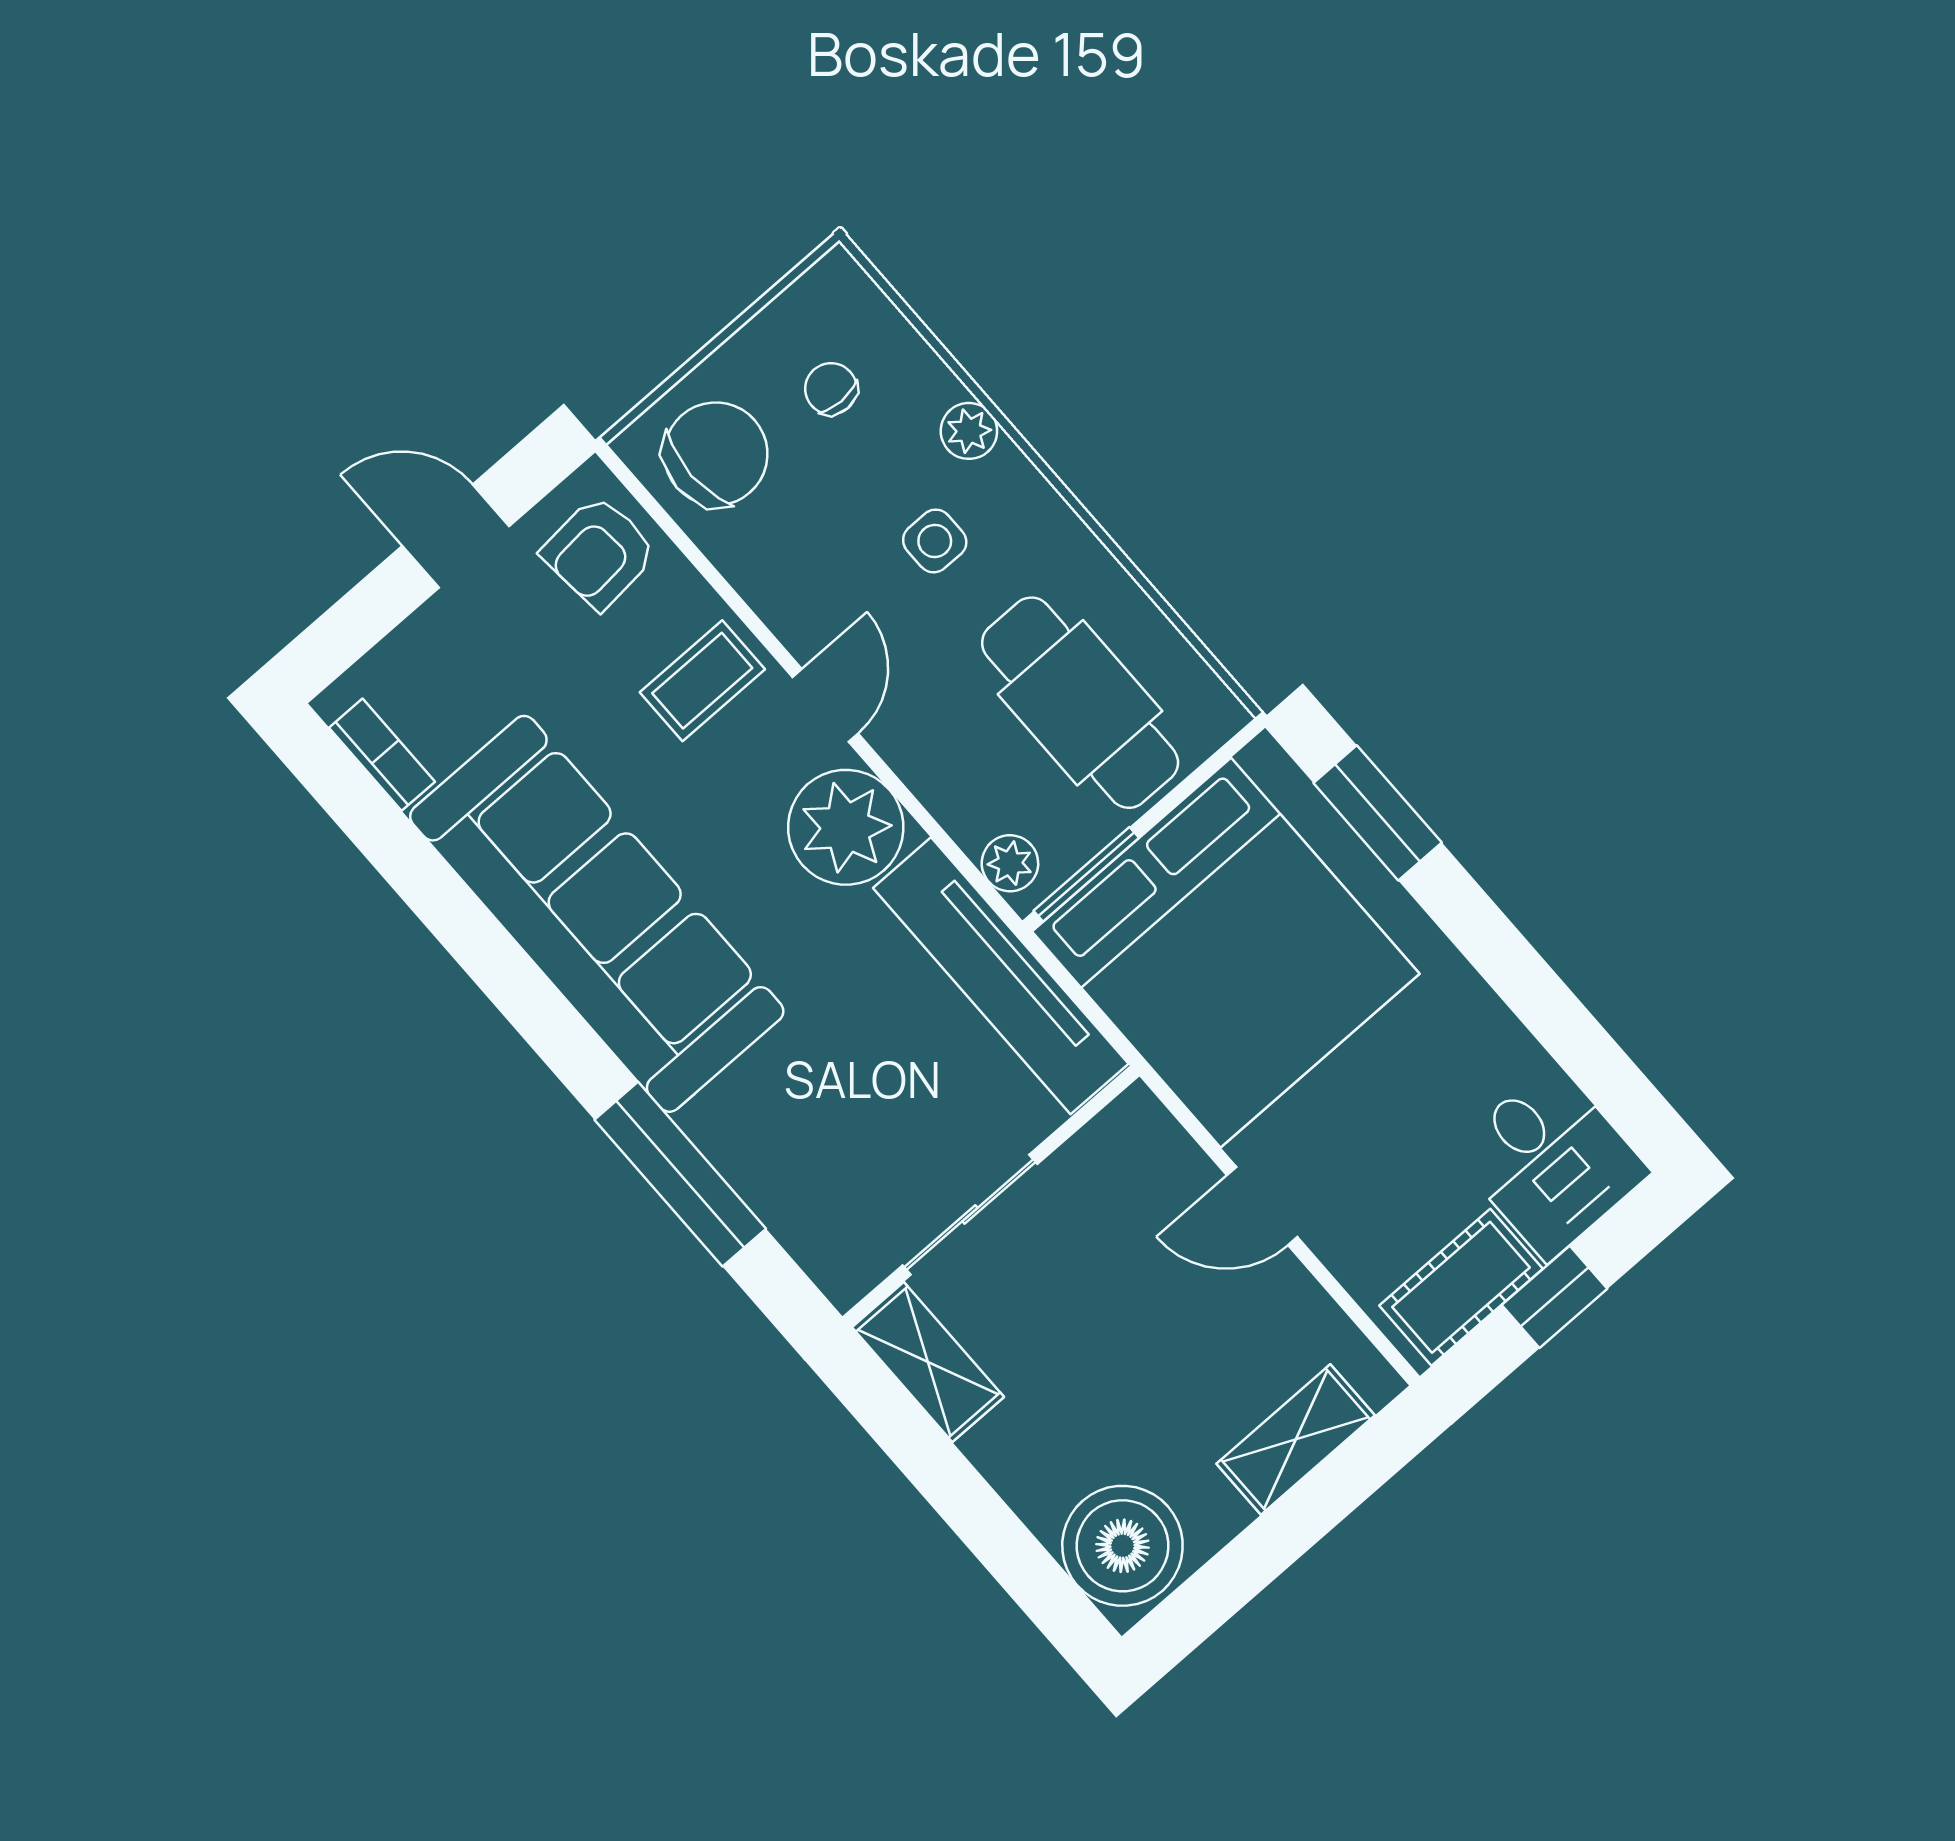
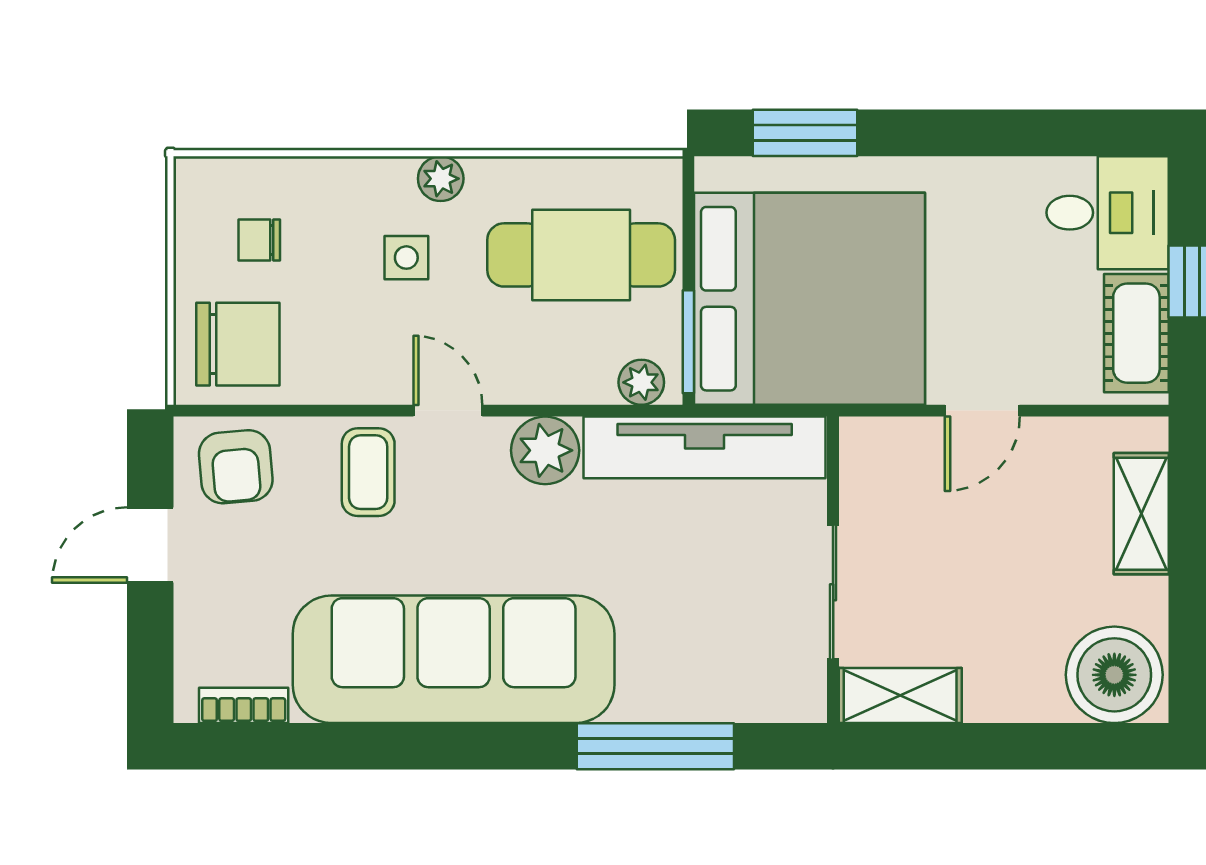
plant: (969, 431) -> (441, 179), moved
chair: (716, 454) -> (238, 344), turned 90
plant: (846, 827) -> (545, 450), width x0.73, depth x0.73

